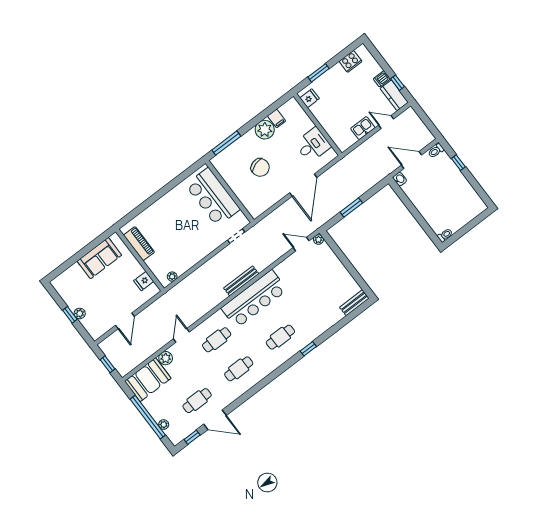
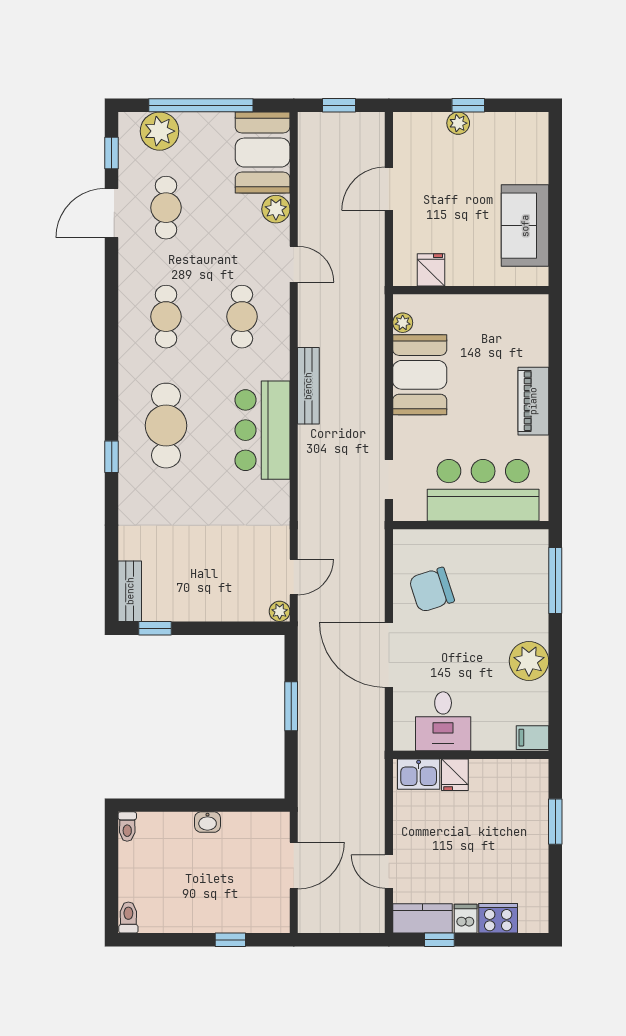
cooker: (351, 61) -> (498, 918), moved, turned 90
fridge: (310, 98) -> (455, 775), moved
filing cabinet: (277, 118) -> (533, 738), moved
door: (386, 122) -> (389, 872), swing flipped
kitchen sink: (363, 128) -> (419, 774), moved, turned 90
toilet: (436, 151) -> (128, 918), moved
chair: (260, 167) -> (432, 590), moved
washbasin: (400, 179) -> (208, 822), moved
piano: (139, 244) -> (533, 401), moved, turned 90
booth: (187, 255) -> (420, 375), added
bench: (241, 281) -> (308, 386), moved
window: (361, 282) -> (155, 628), added
bar counter: (254, 299) -> (262, 430), width x0.73
door: (125, 321) -> (389, 189), hinge flipped
cafe table: (280, 337) -> (166, 426), width x1.37, depth x1.35
plant: (164, 425) -> (160, 131), width x1.87, depth x1.87

